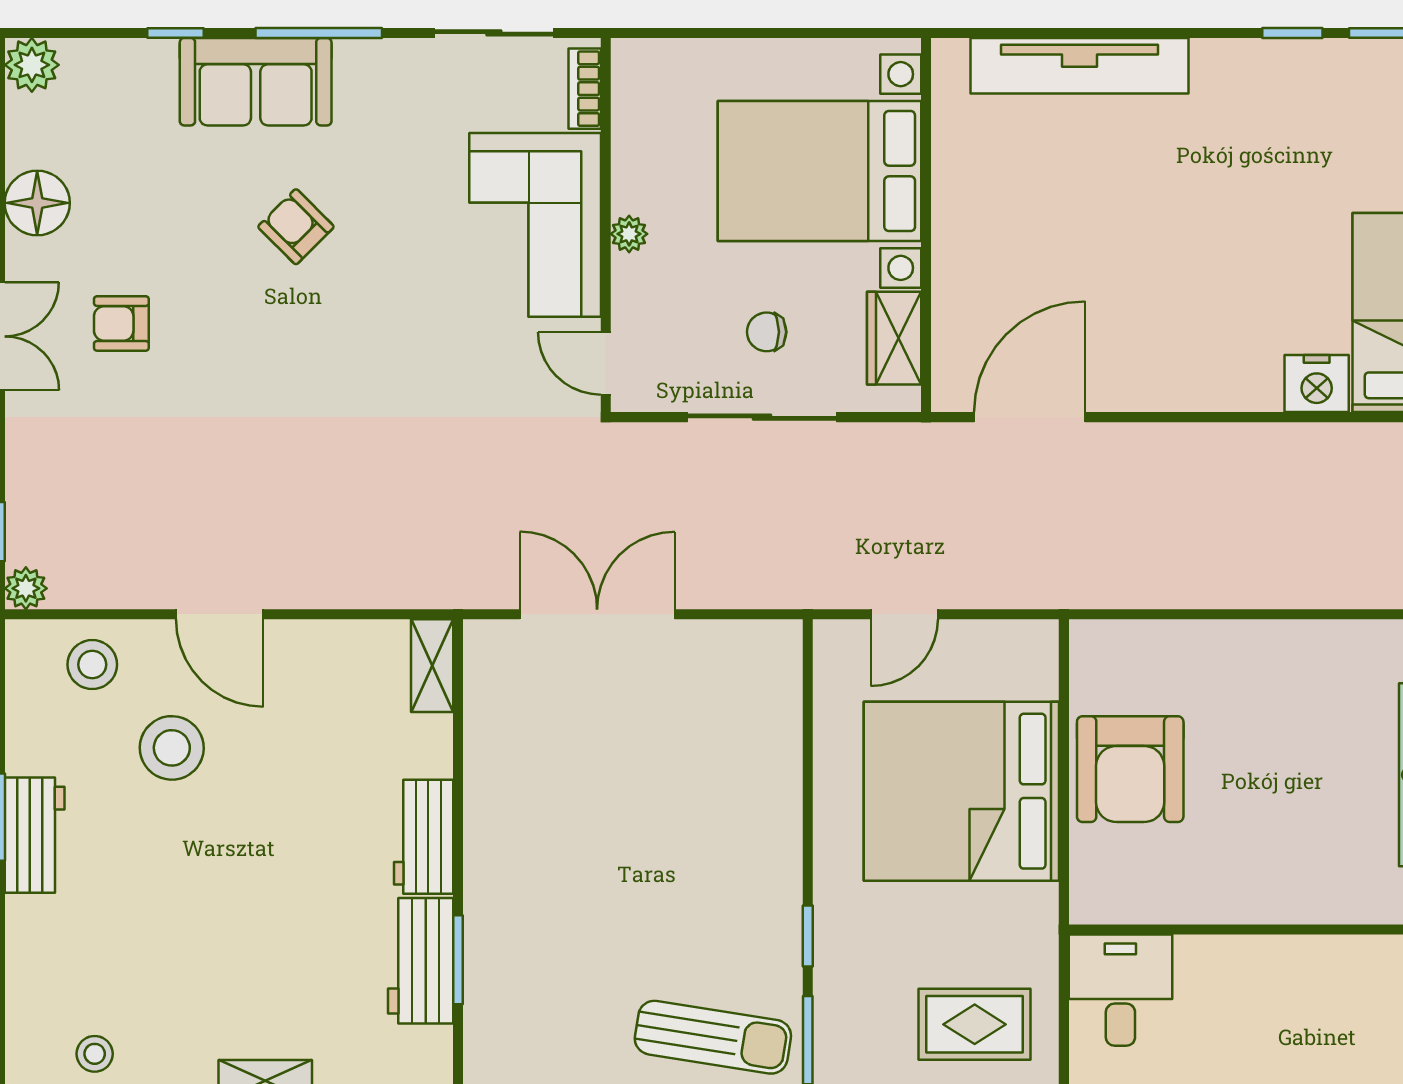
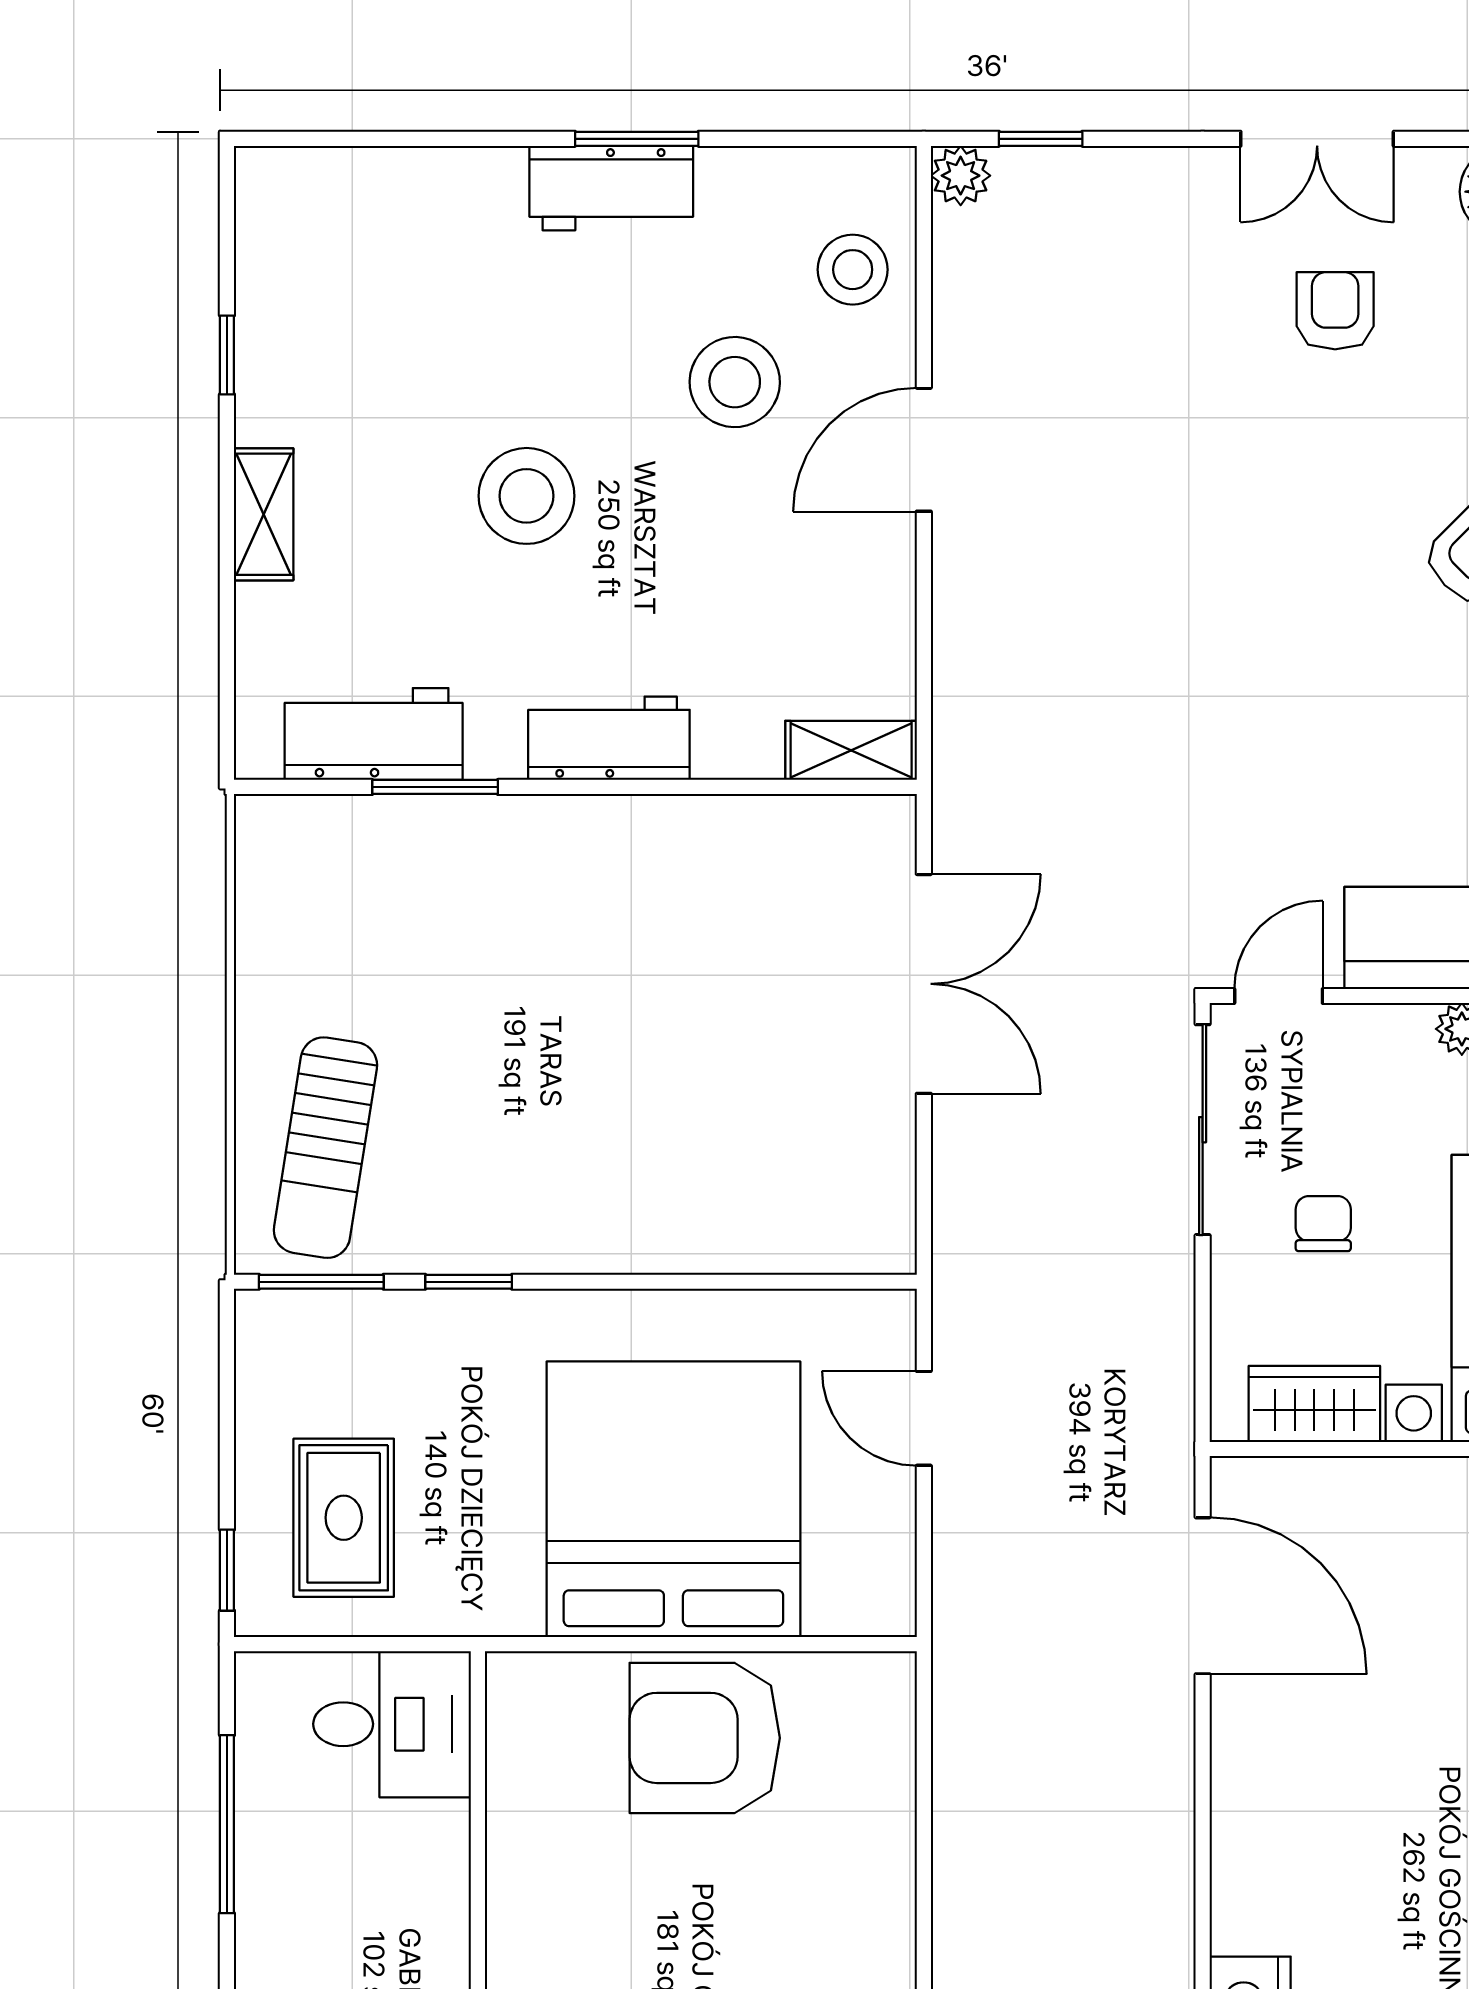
sliding door: (762, 417) -> (1203, 1130), moved
workbench: (421, 961) -> (374, 734), moved
stool: (95, 1054) -> (527, 496), moved, width x1.89, depth x1.89

